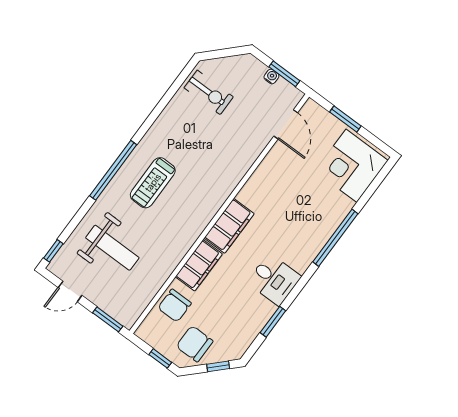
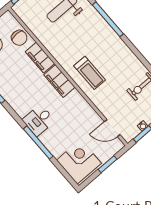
treadmill: (153, 183) -> (90, 73), moved, turned 180
desk: (274, 279) -> (39, 120), moved
chair: (175, 306) -> (19, 38), turned 180

